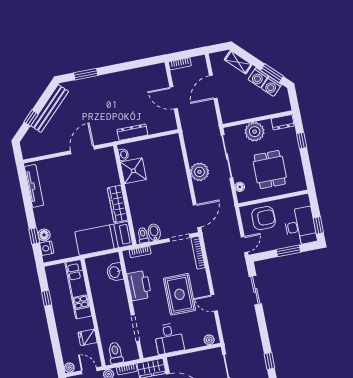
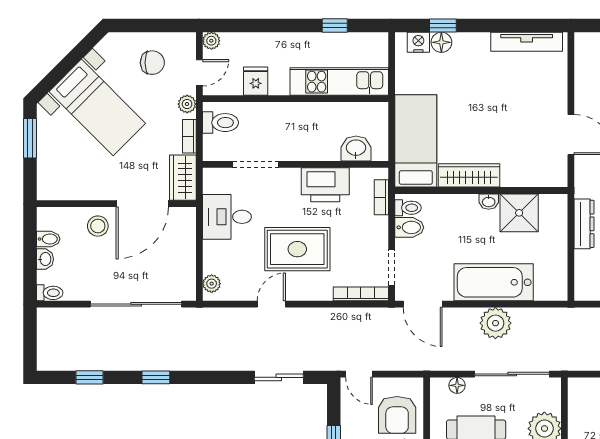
washbasin: (123, 155) -> (489, 202), moved
bathtub: (176, 178) -> (494, 282), added

